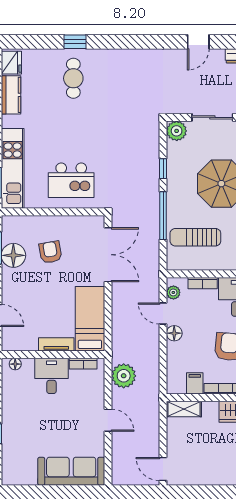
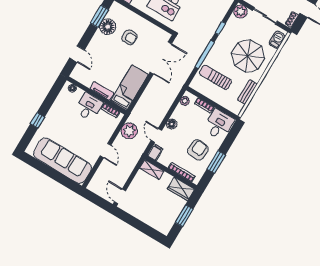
armchair: (50, 252) -> (129, 37), turned 100
door: (163, 314) -> (156, 135), moved
filing cabinet: (195, 383) -> (155, 152), moved
sofa: (71, 471) -> (63, 161), width x1.36, depth x1.27

